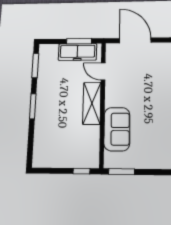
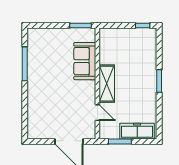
freezer: (77, 52) -> (137, 131), moved
window: (35, 66) -> (159, 119), removed
window: (82, 171) -> (143, 26), moved

